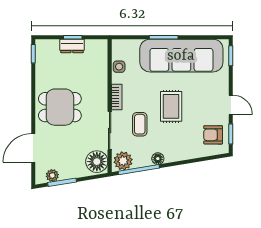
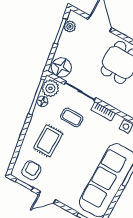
rug: (171, 106) -> (48, 141), moved, turned 90
floor lamp: (158, 159) -> (42, 101), moved

